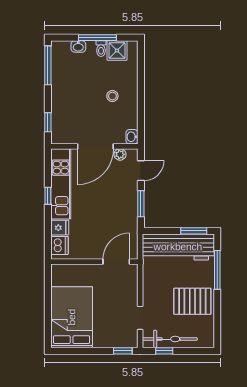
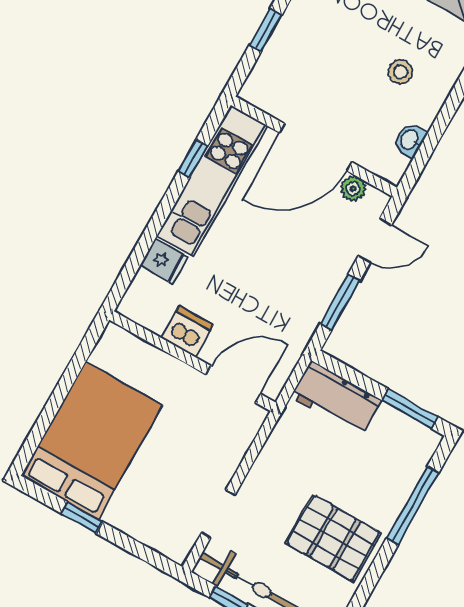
window: (48, 122) -> (266, 30), moved
washbasin: (132, 137) -> (410, 140), moved
window: (48, 196) -> (193, 158), moved
dishwasher: (59, 245) -> (187, 331), moved, turned -90
workbench: (178, 247) -> (336, 399), width x0.53, depth x0.76
window: (123, 351) -> (82, 518), moved

